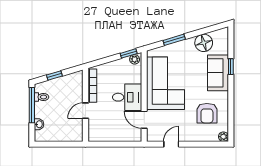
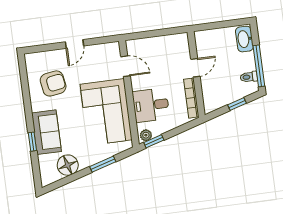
desk: (127, 97) -> (151, 105), moved
armchair: (207, 113) -> (53, 83), turned 81
washbasin: (39, 124) -> (244, 39), width x1.91, depth x1.45
plant: (223, 137) -> (30, 59), removed
door: (171, 144) -> (74, 44), moved

